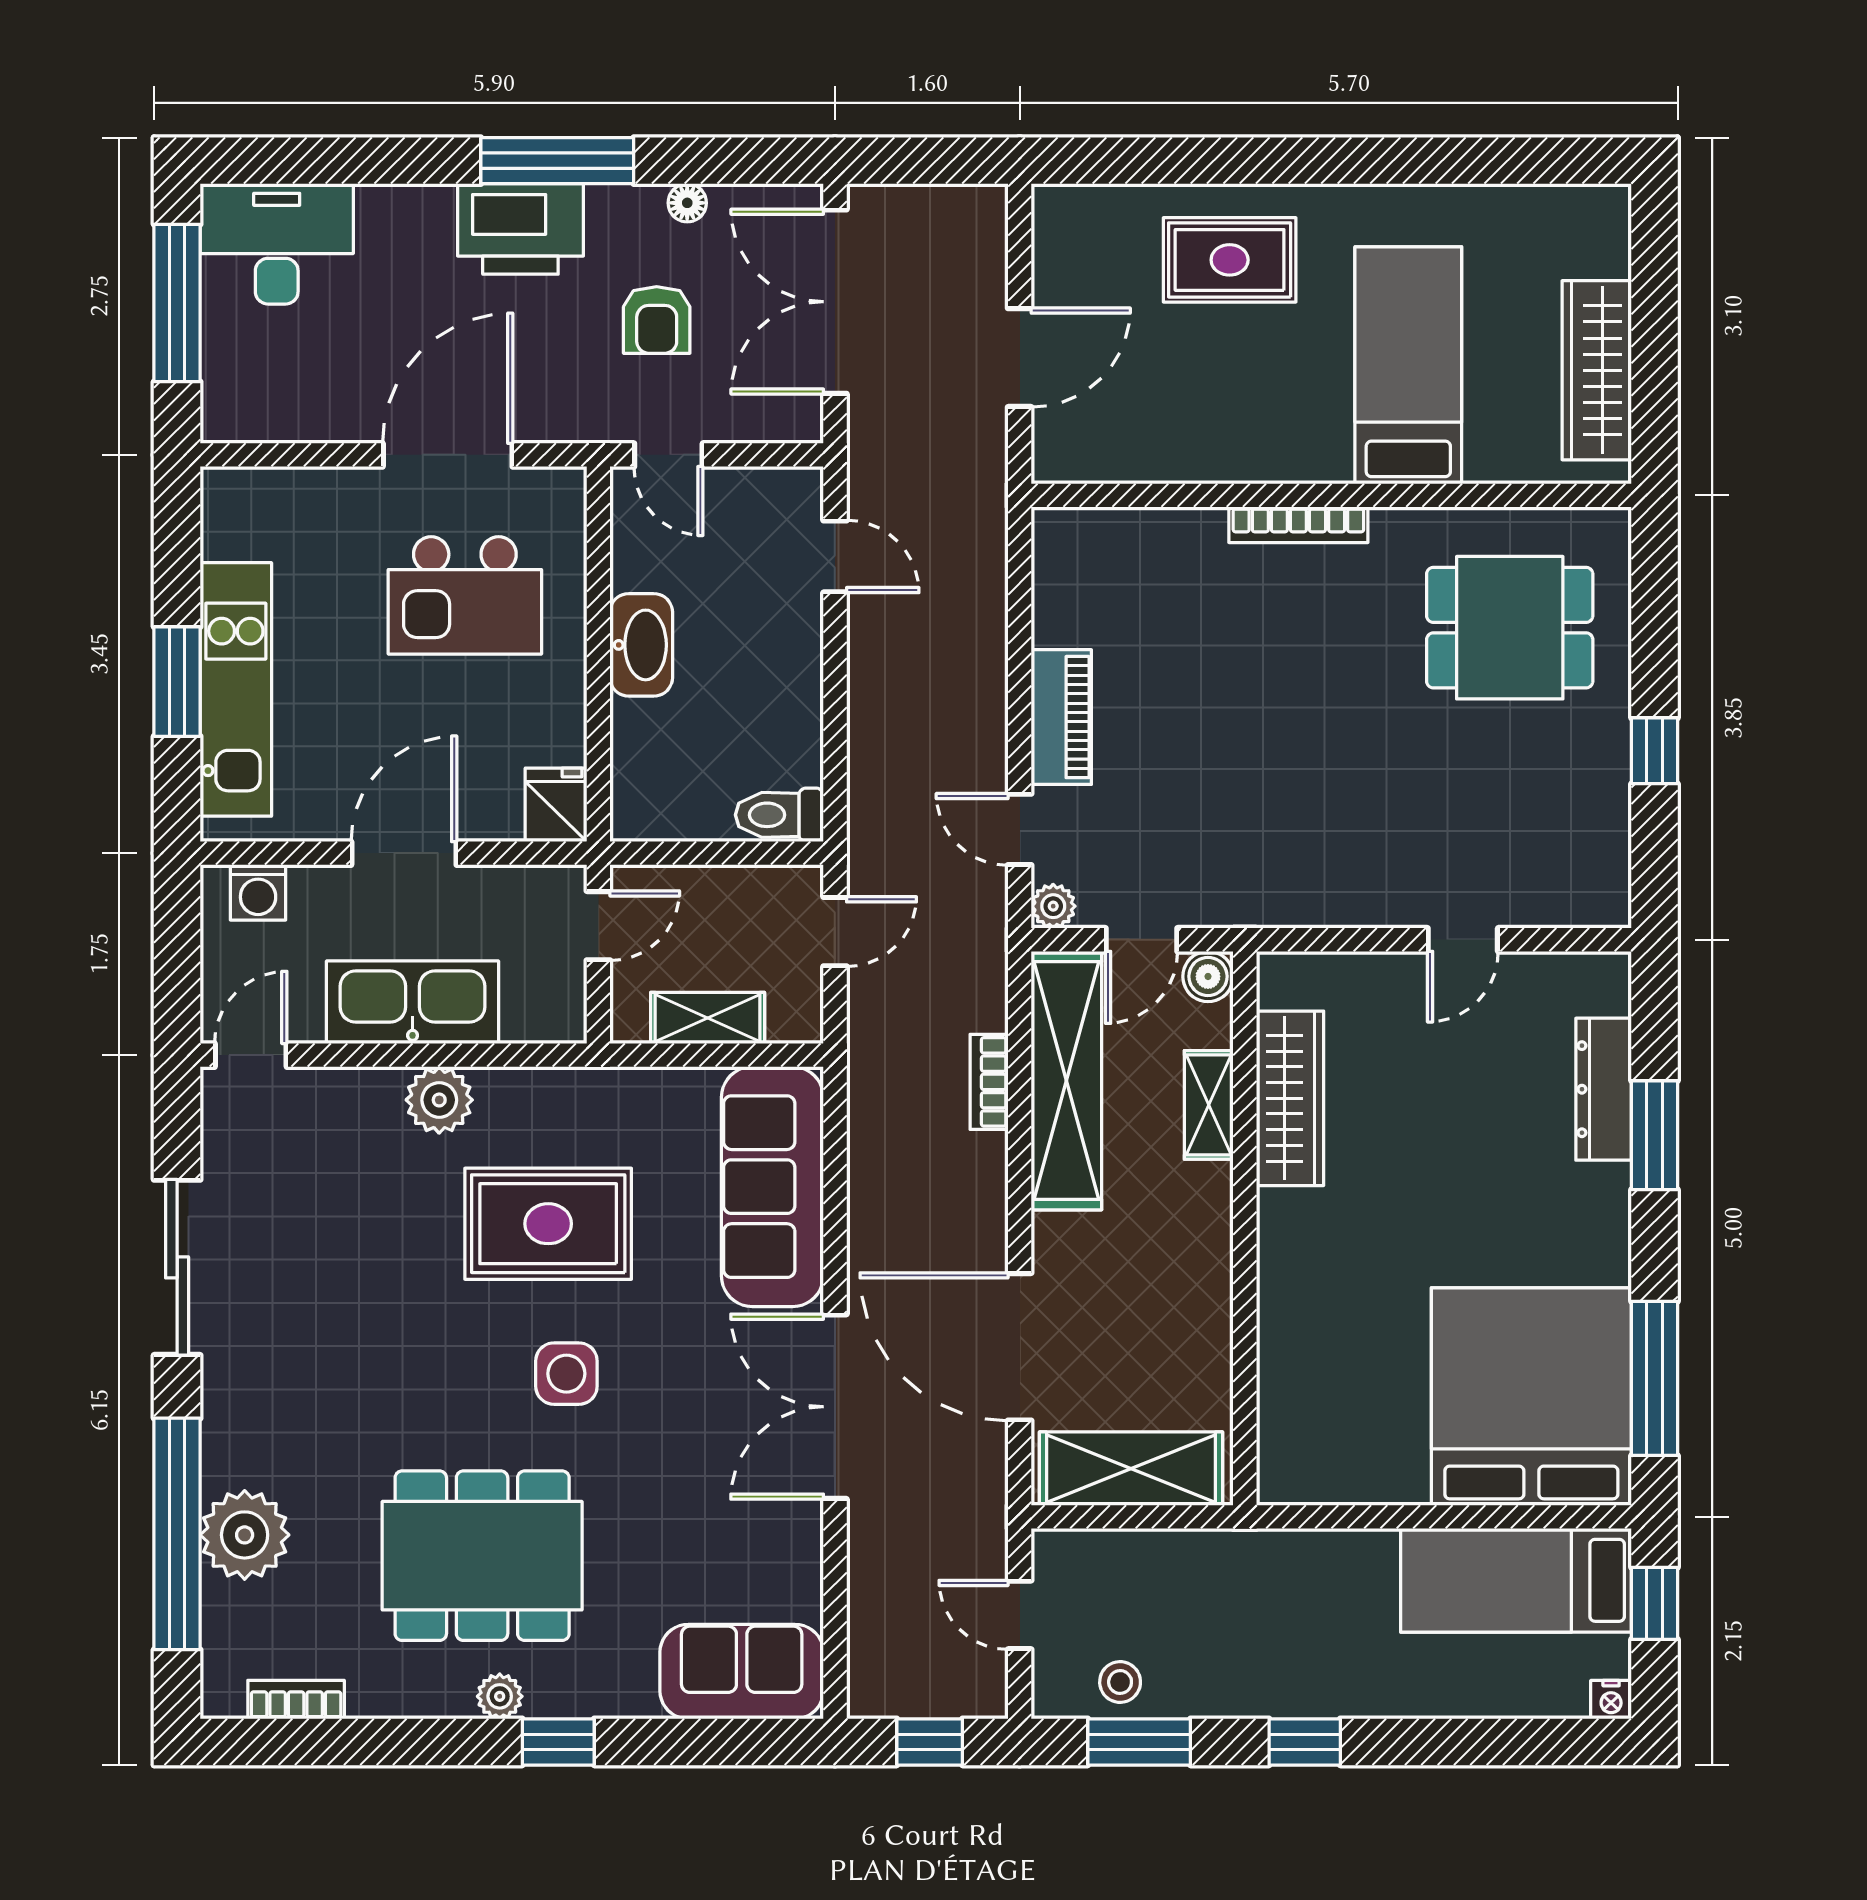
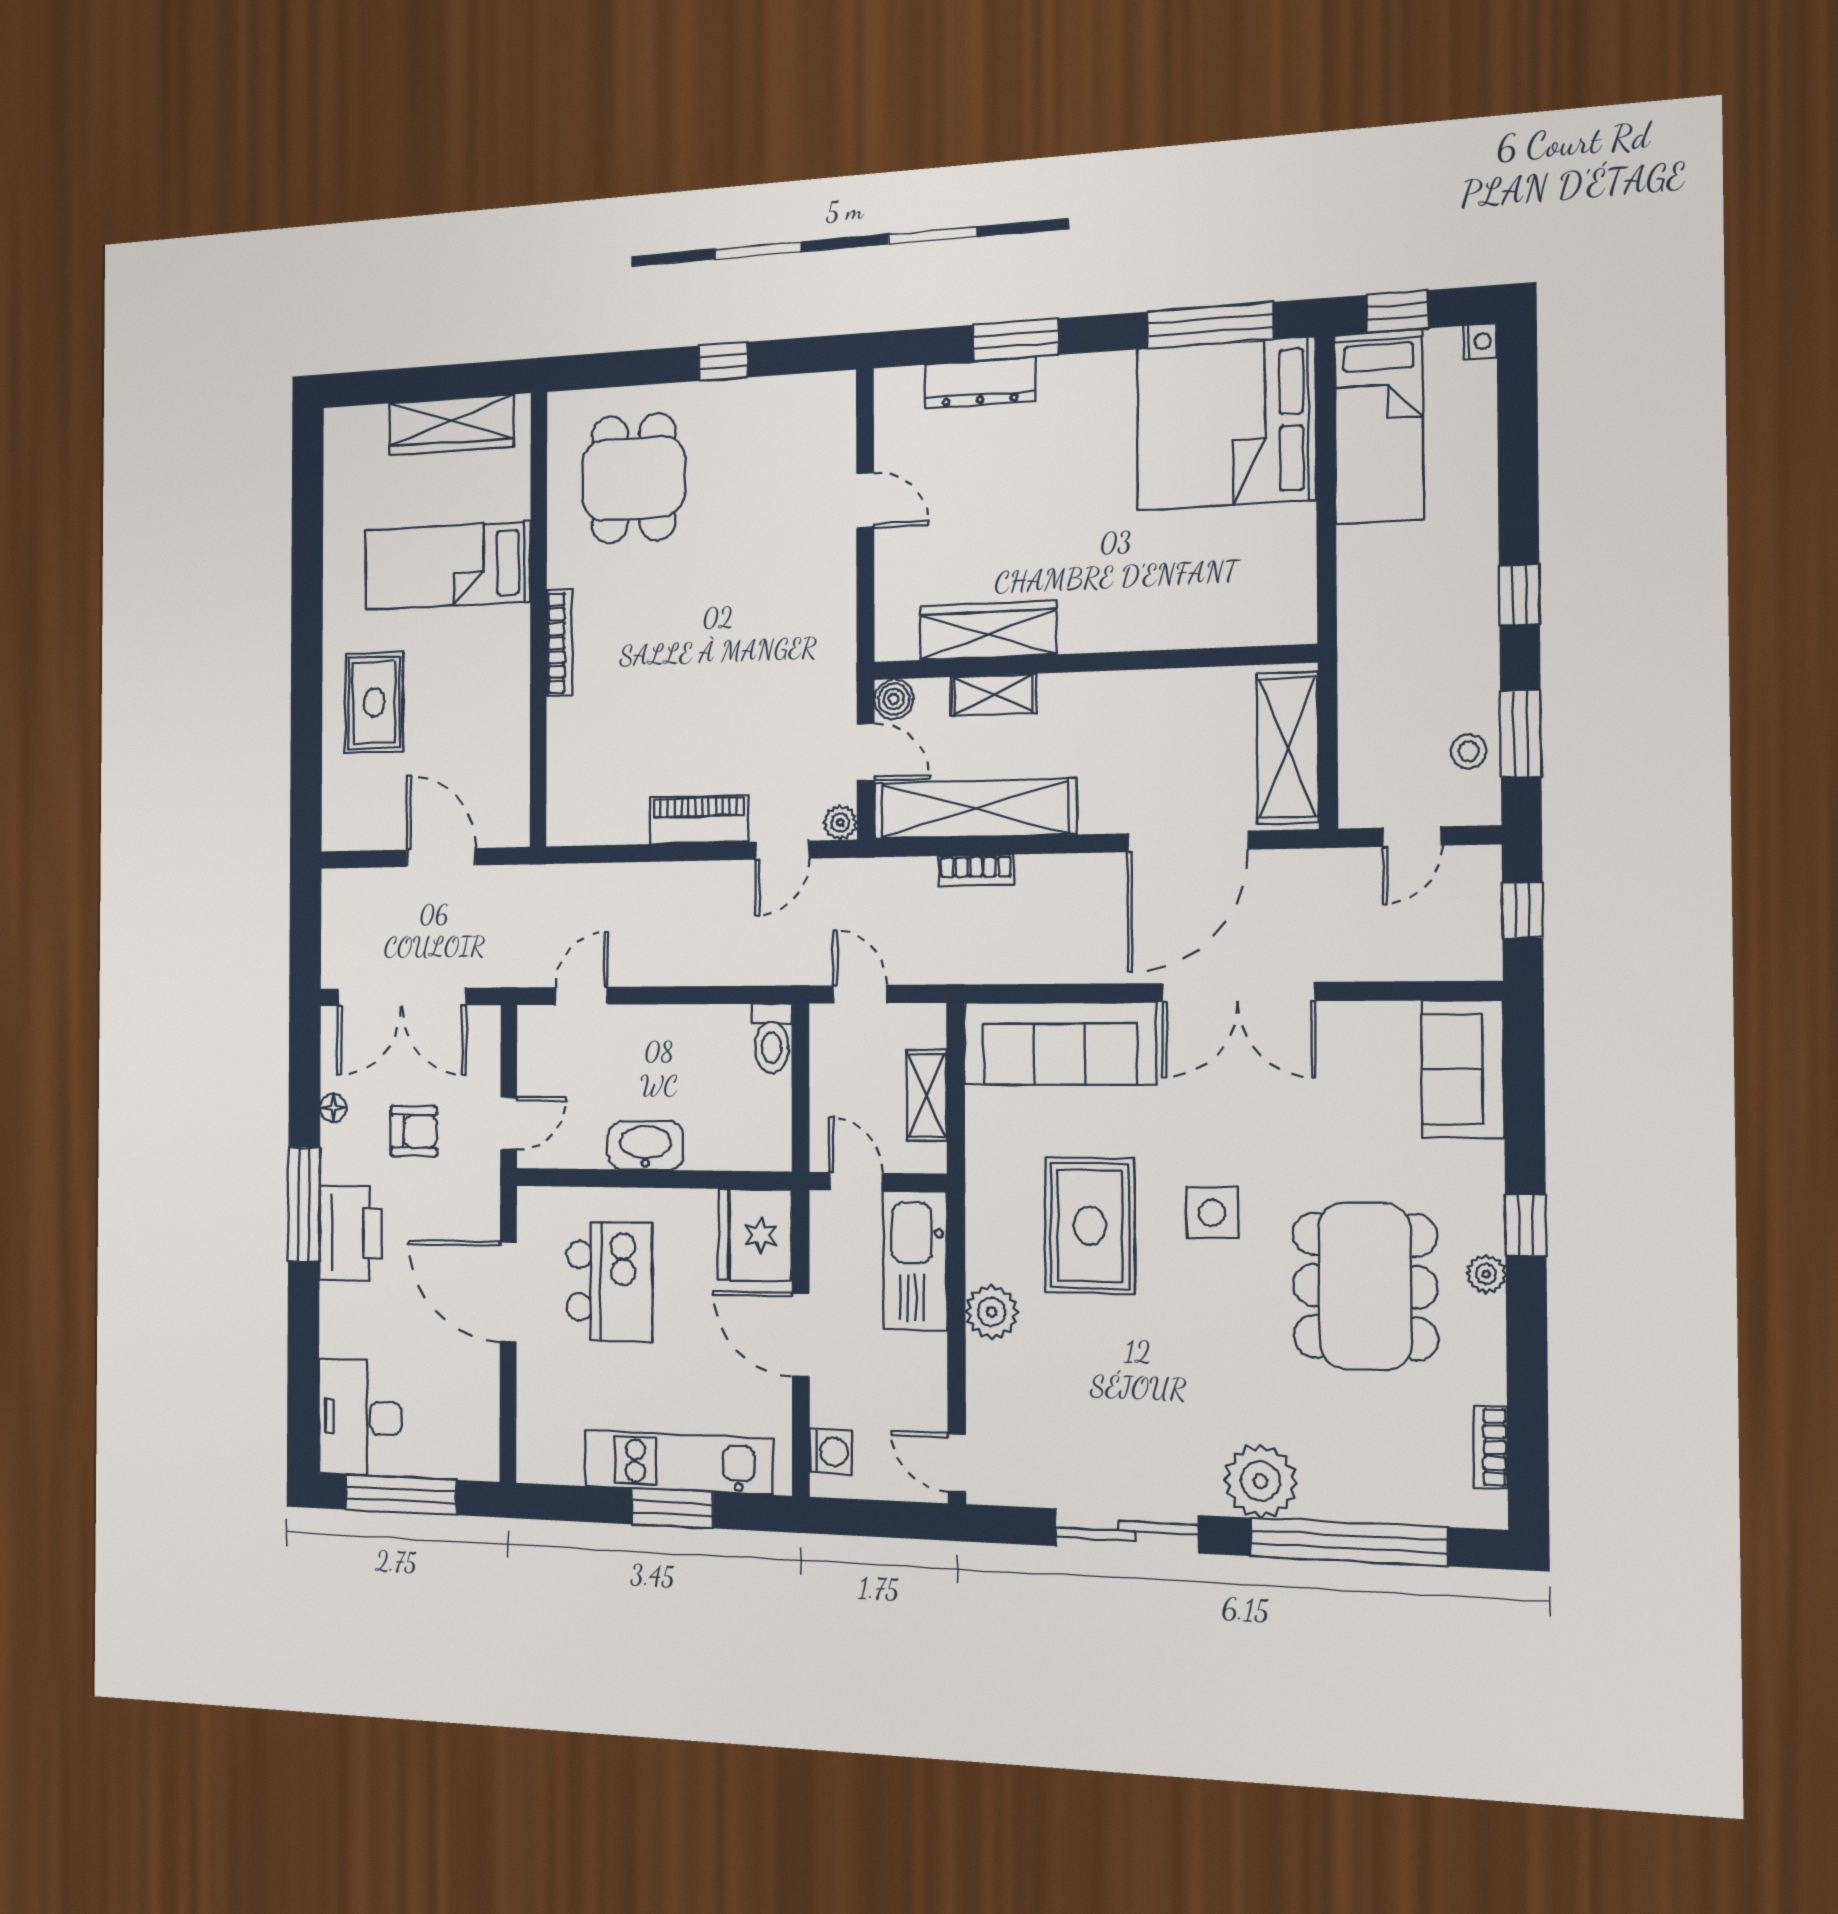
fridge: (556, 805) -> (755, 1235), width x1.88, depth x1.34
kitchen sink: (413, 1002) -> (915, 1261), moved
plant: (245, 1535) -> (1260, 1481), moved

